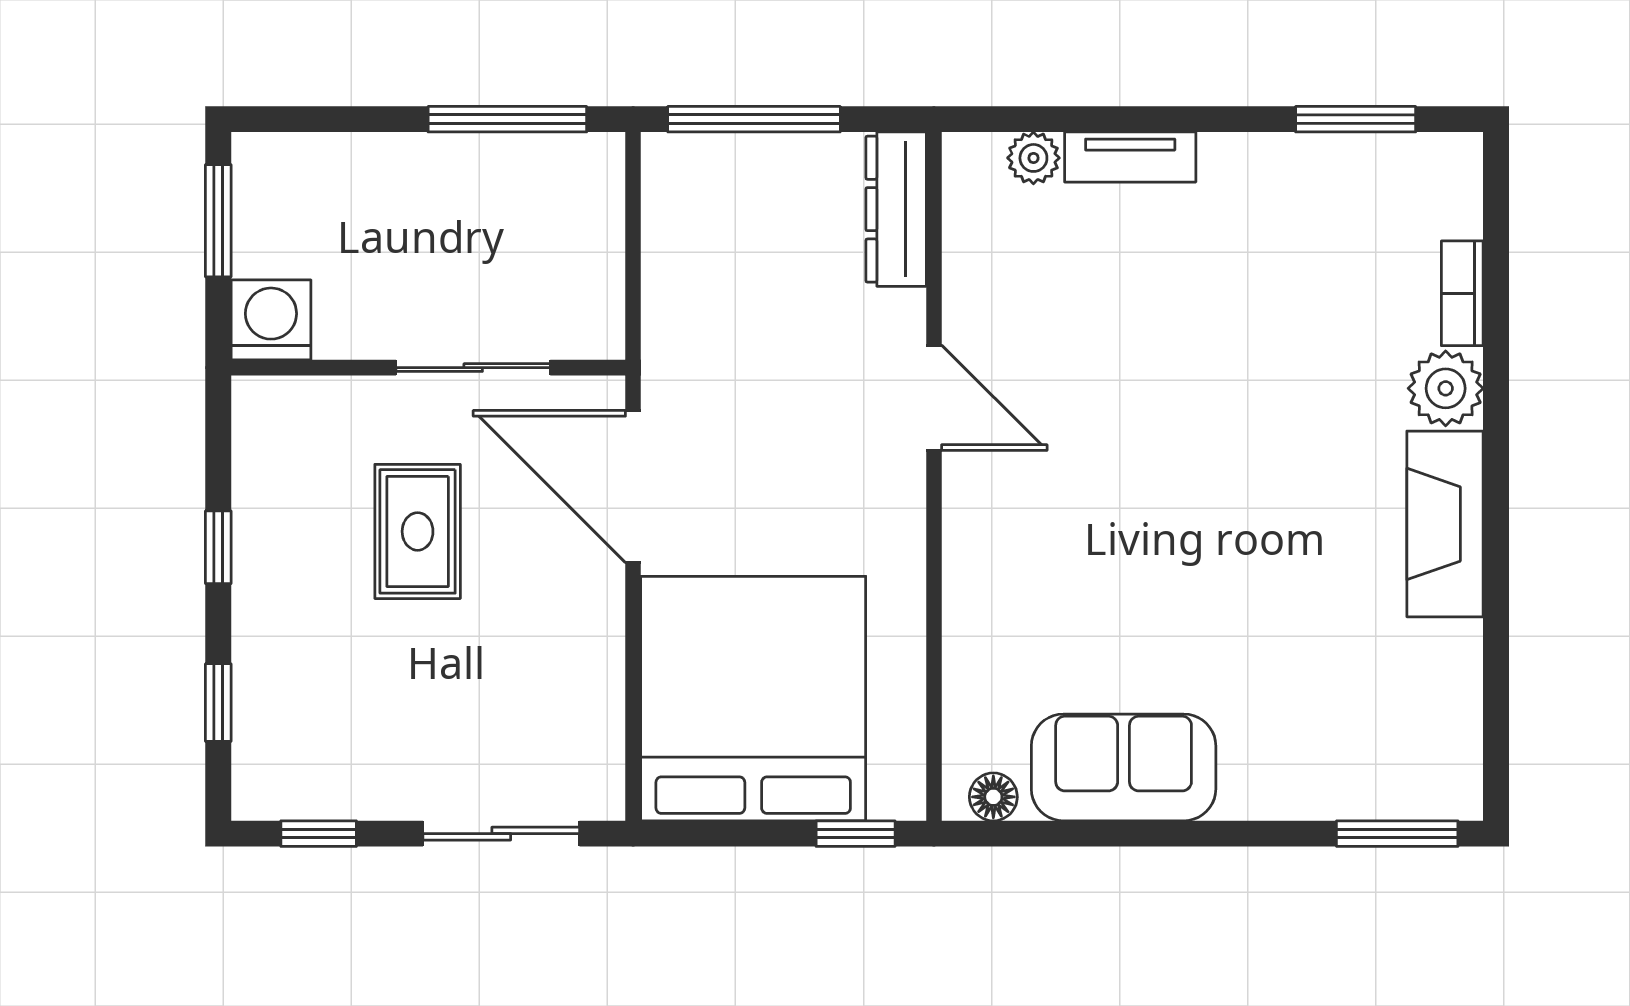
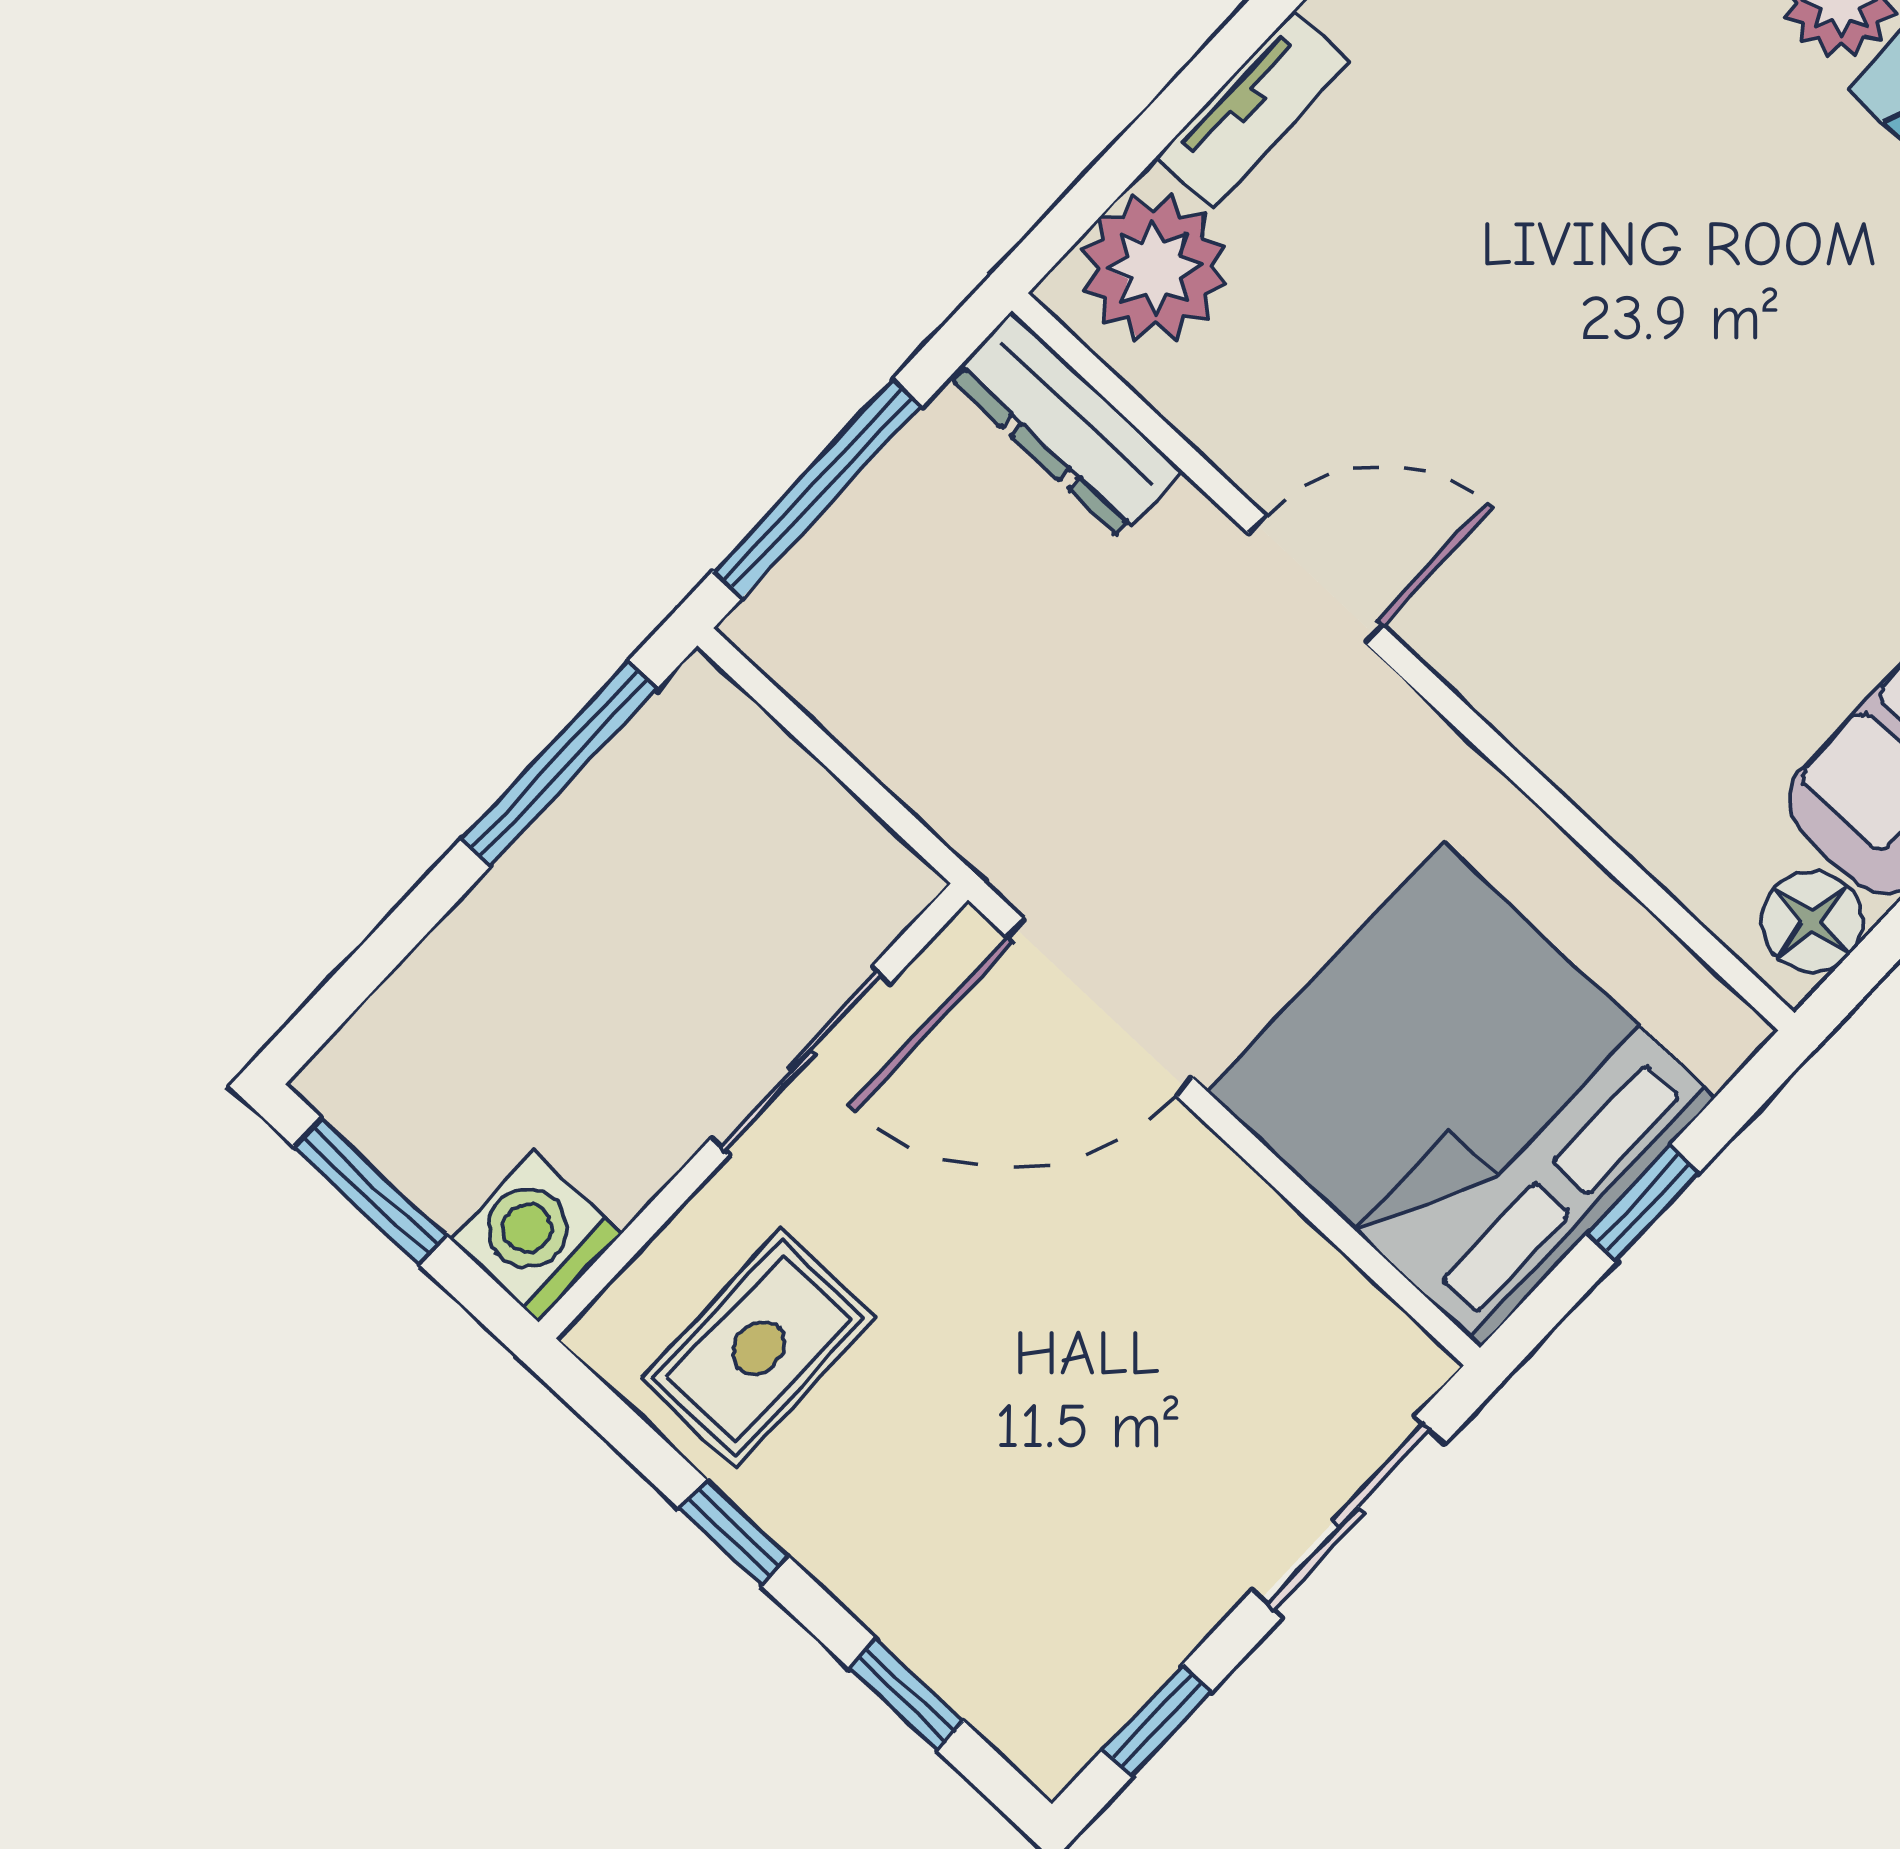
plant: (1033, 158) -> (1154, 267), width x1.88, depth x1.88
rug: (418, 531) -> (759, 1348), moved, turned 90
floor lamp: (993, 797) -> (1812, 921), width x1.37, depth x1.37
window: (856, 834) -> (1643, 1203), moved

